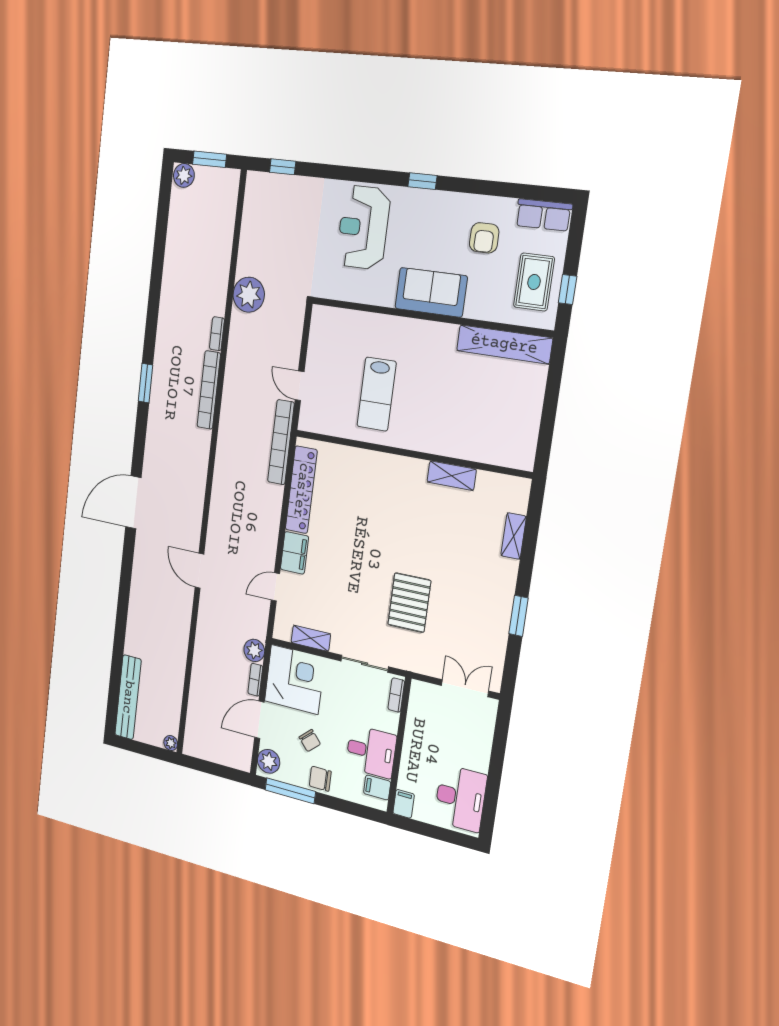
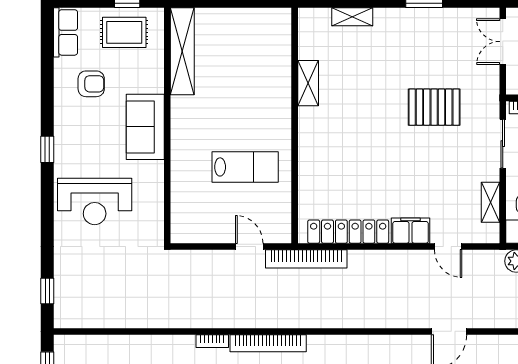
plant: (249, 295) -> (170, 311), removed
door: (300, 386) -> (249, 247), swing flipped

